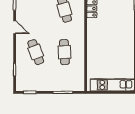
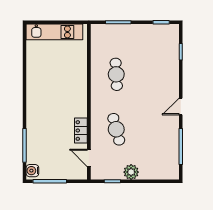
door: (15, 27) -> (181, 106), hinge flipped
cafe table: (36, 52) -> (153, 74), removed

